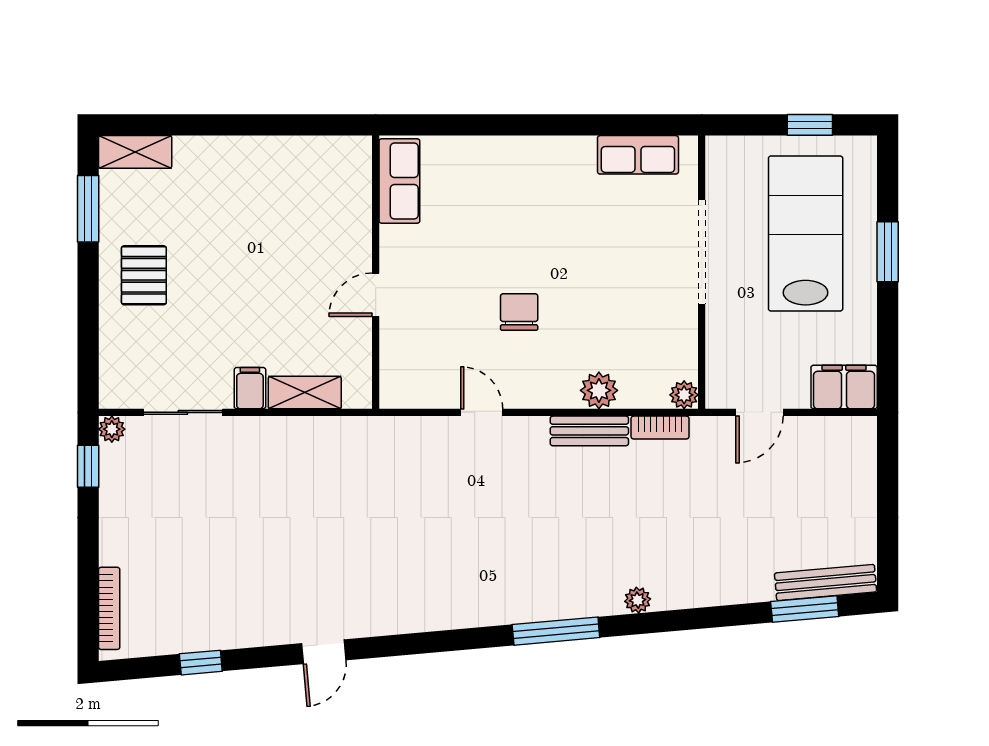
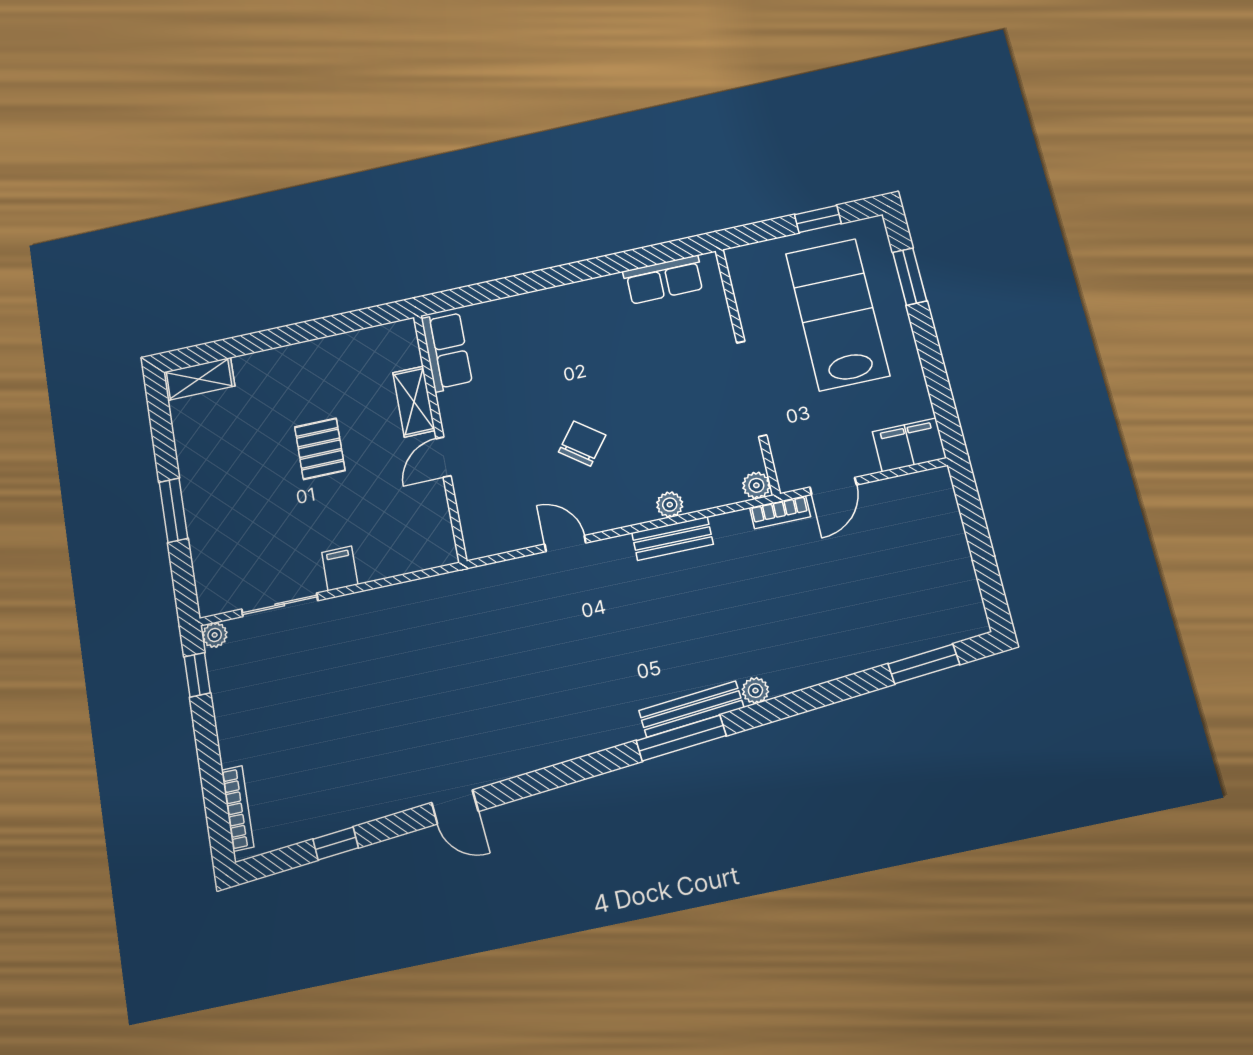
window: (88, 209) -> (174, 510), moved
doorway: (702, 252) -> (752, 389), moved
window: (888, 252) -> (910, 277), moved
pallet: (144, 275) -> (320, 449), moved
chair: (519, 312) -> (582, 444), turned 37
plant: (599, 390) -> (670, 505), width x0.73, depth x0.73
shelving: (305, 393) -> (414, 402), moved, turned 90
bookcase: (660, 428) -> (780, 512), moved
bench: (826, 582) -> (691, 709), moved
door: (324, 652) -> (455, 807), hinge flipped

